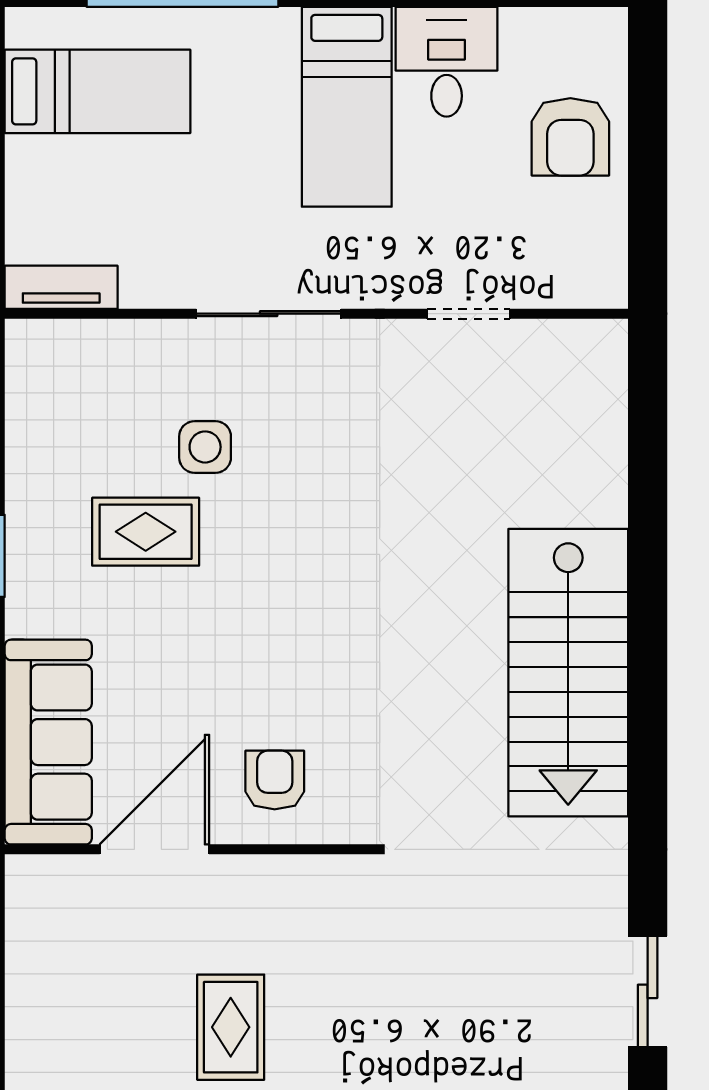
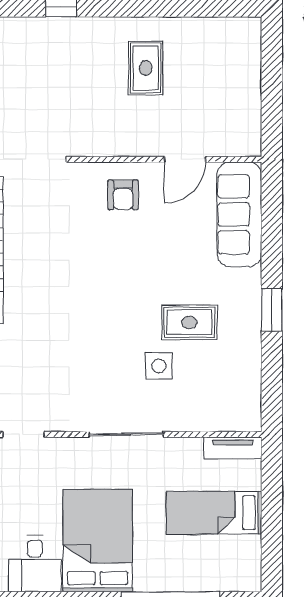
bed: (97, 91) -> (214, 513), moved
bed: (347, 107) -> (98, 541), width x1.50
door: (154, 849) -> (185, 159), width x0.73

